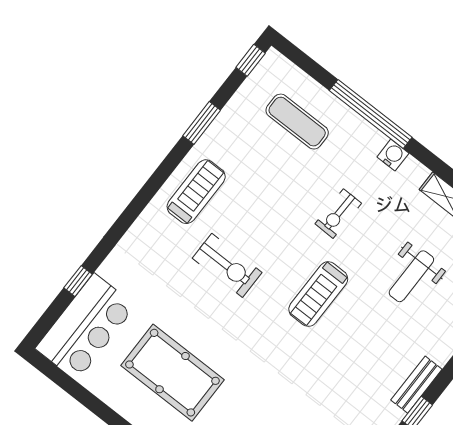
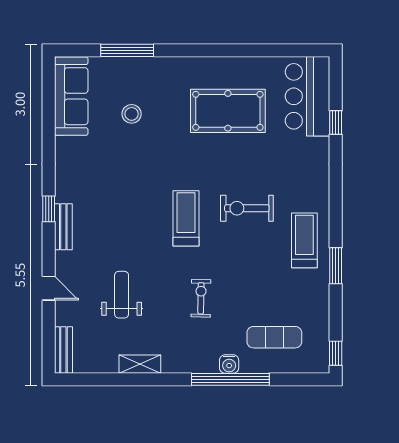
window: (202, 123) -> (336, 266), moved
water cooler: (393, 155) -> (229, 364), moved
treadmill: (196, 192) -> (304, 240), turned 180
treadmill: (318, 294) -> (186, 218), moved

